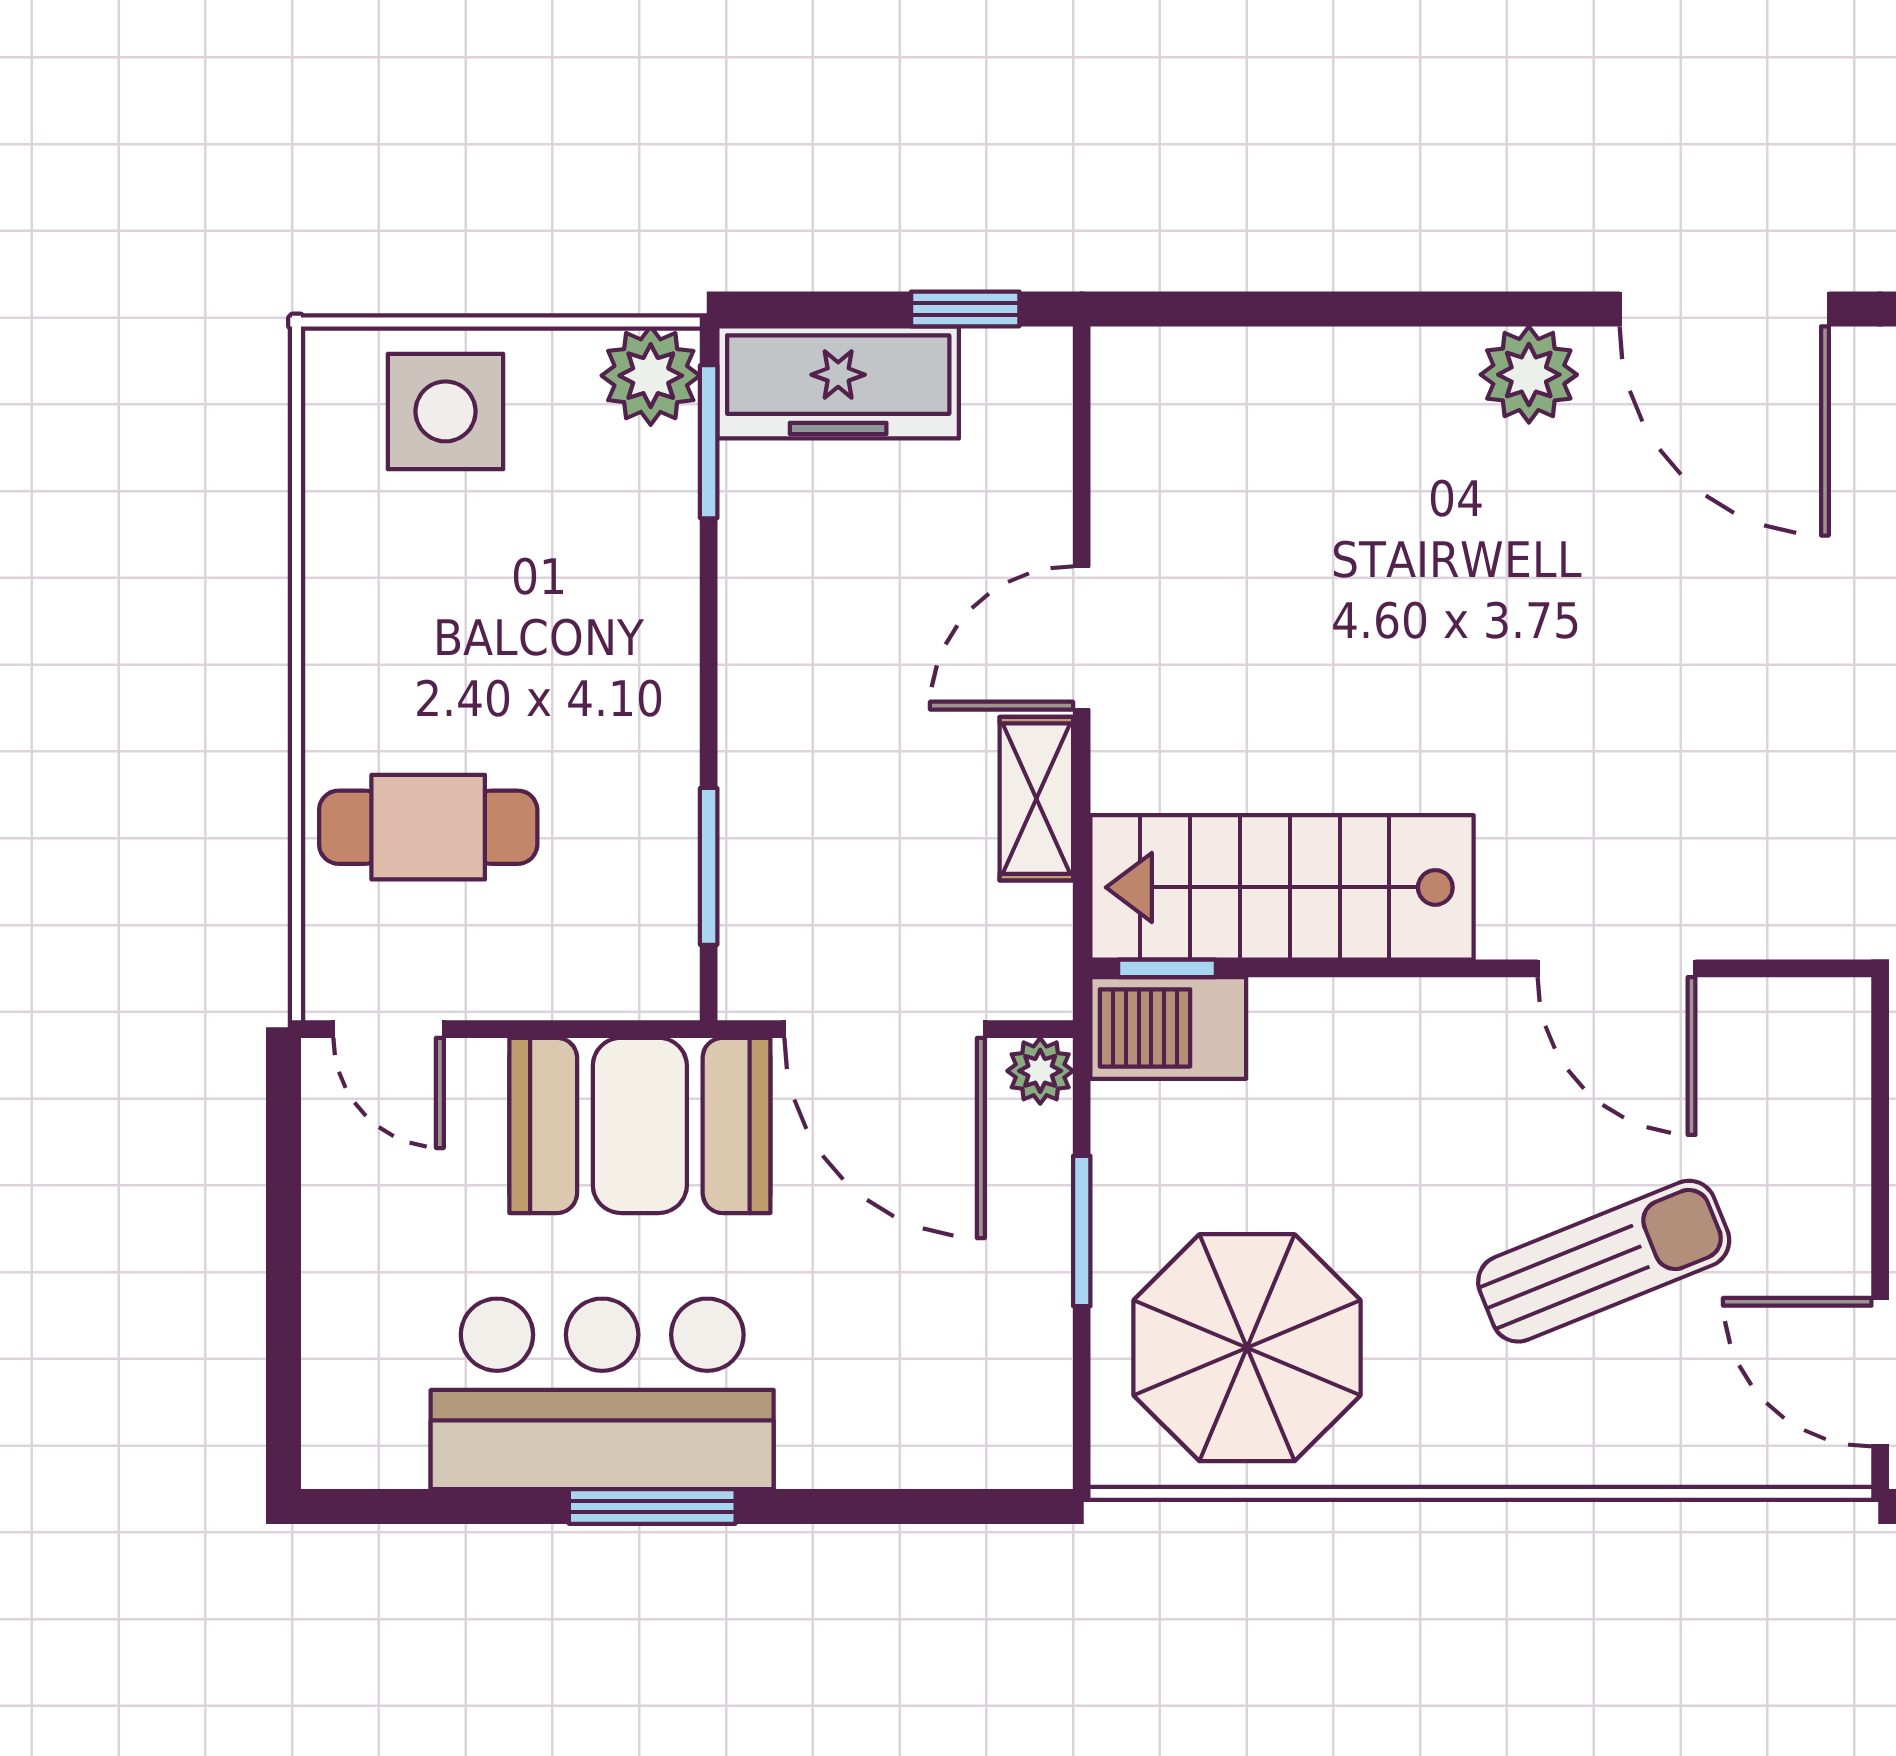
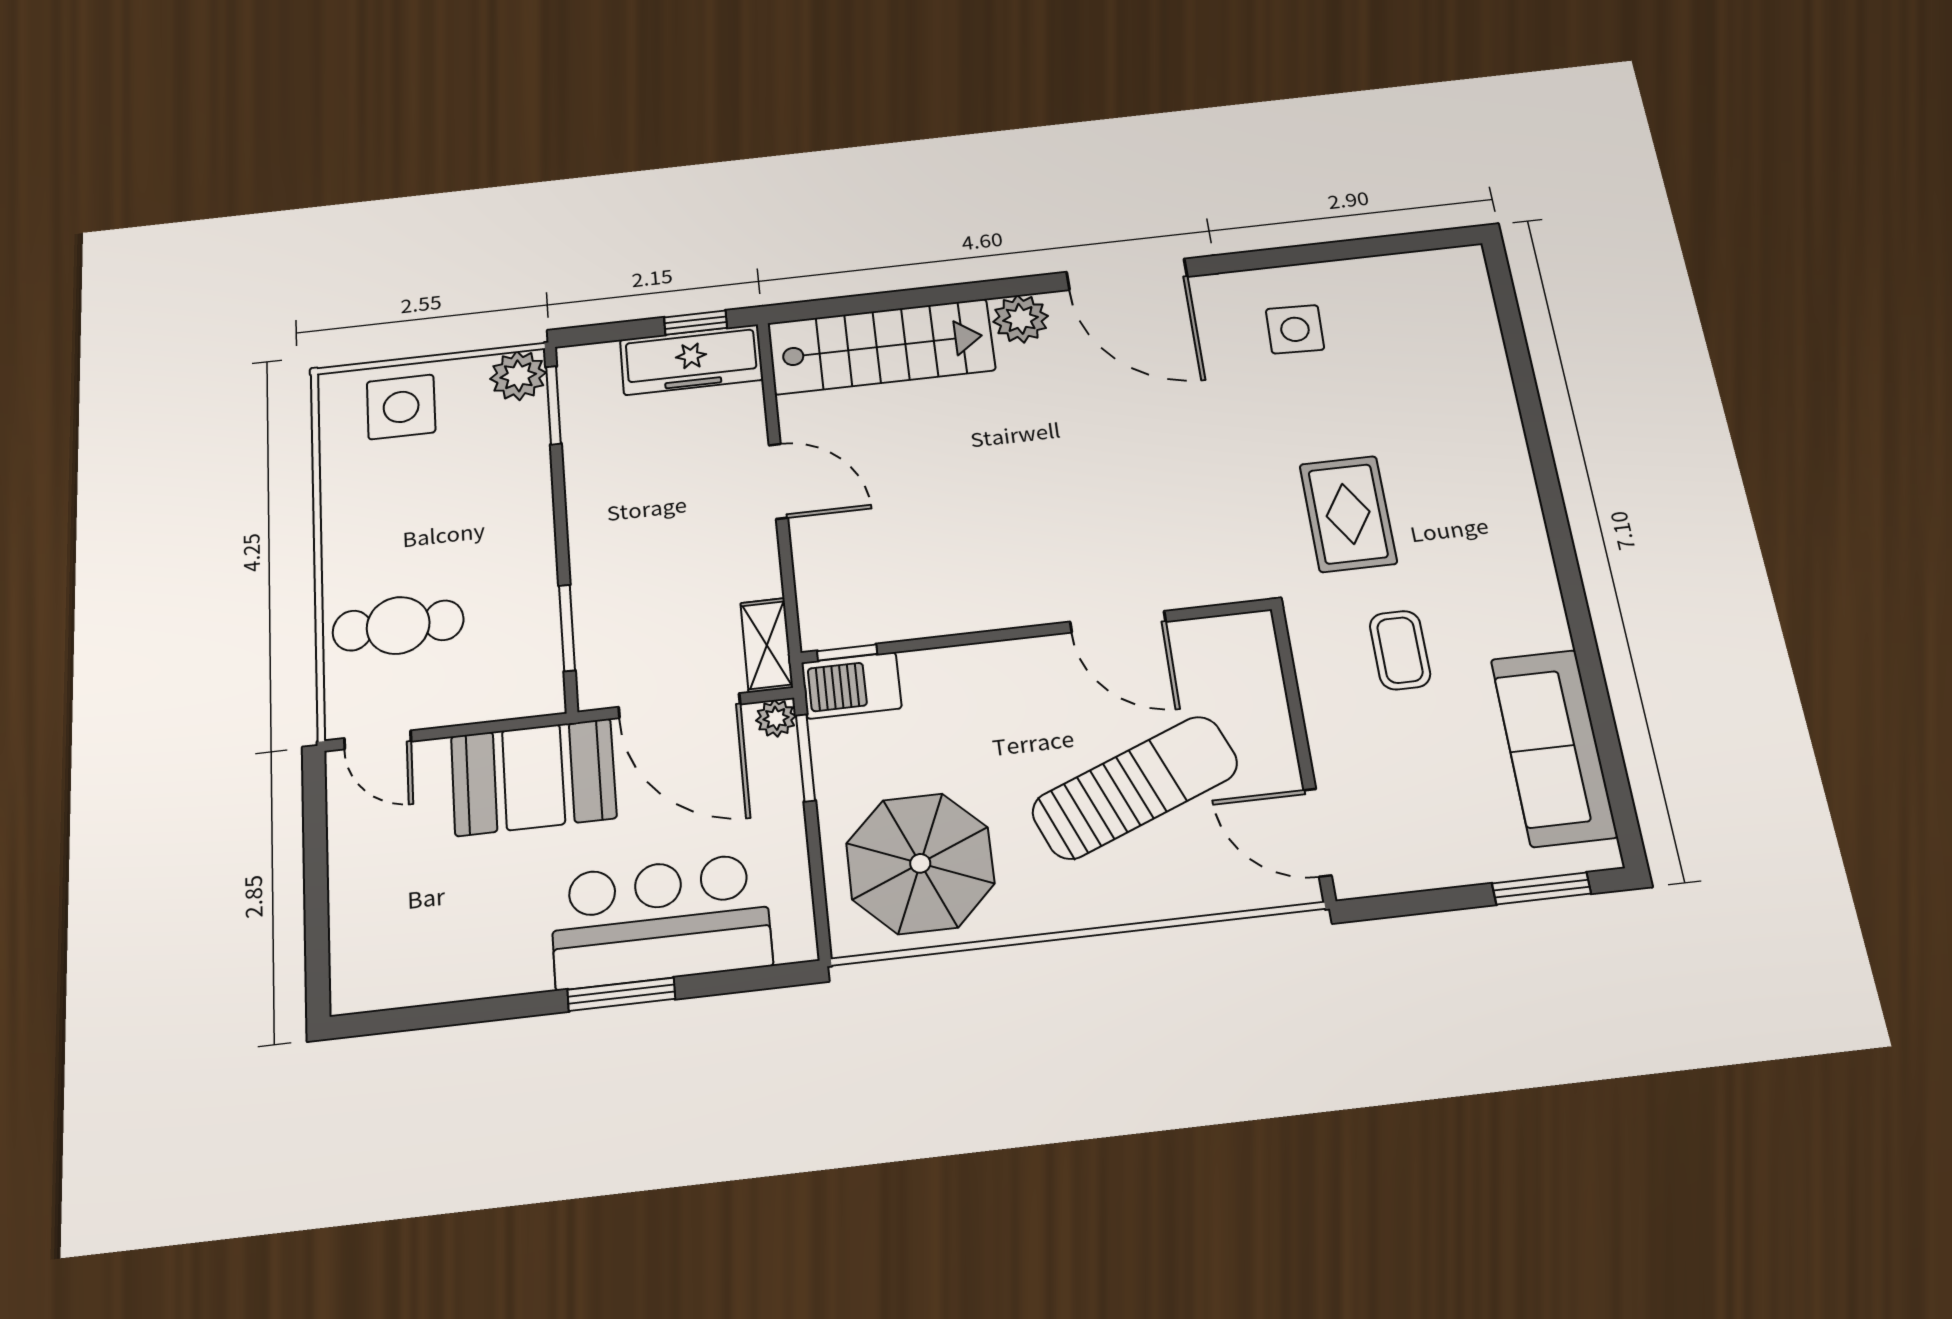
freezer: (838, 382) -> (691, 360), moved
door: (1082, 638) -> (778, 481), swing flipped
shelving: (1036, 799) -> (767, 645), moved
stairs: (1282, 887) -> (881, 347), moved, turned 180
window: (1082, 1231) -> (805, 758), moved
sun lounger: (1604, 1261) -> (1135, 787), width x1.36, depth x1.34
bar counter: (602, 1394) -> (660, 921), moved
window: (652, 1506) -> (621, 994), moved

